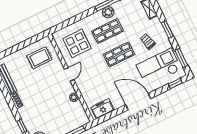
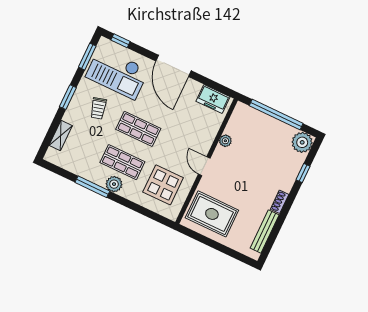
plant: (108, 12) -> (114, 184), moved
rug: (39, 58) -> (212, 214), width x1.36, depth x1.43
door: (69, 74) -> (204, 166), hinge flipped

